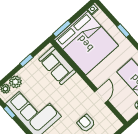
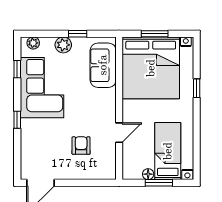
window: (62, 29) -> (155, 34), moved
plant: (15, 82) -> (63, 45), moved

